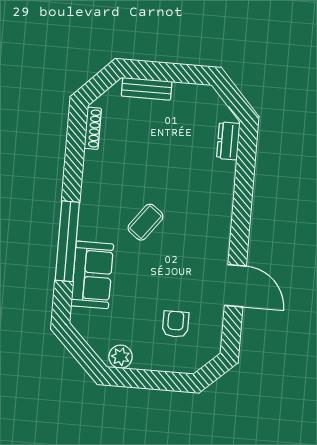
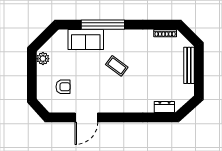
bench: (147, 89) -> (189, 65), width x1.36

